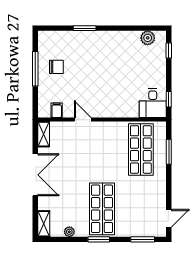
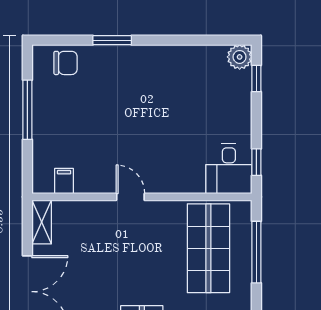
plant: (148, 38) -> (240, 57), moved
chair: (56, 67) -> (66, 63), moved
door: (83, 120) -> (130, 197), moved
window: (169, 152) -> (256, 252), width x1.44

